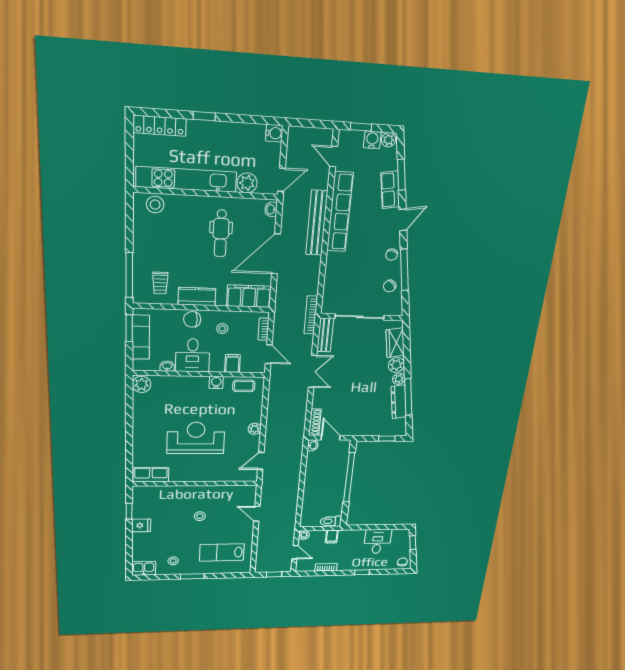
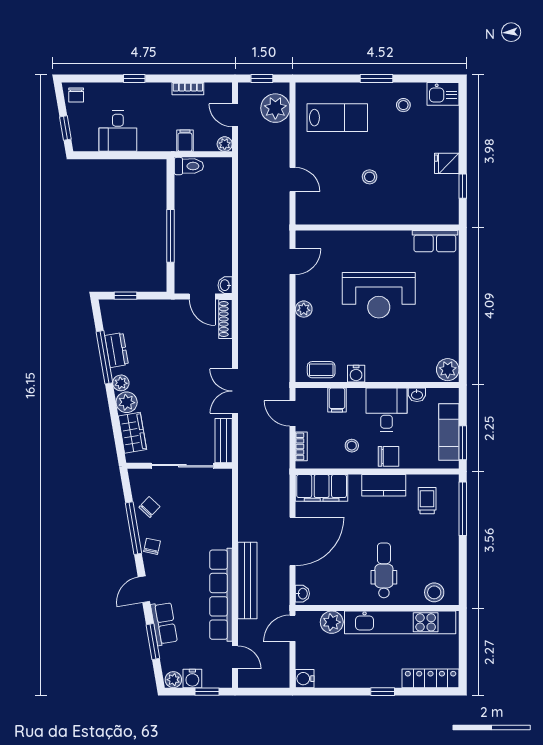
dental chair: (221, 233) -> (384, 570), moved
bookcase: (311, 315) -> (244, 467), removed
dresser: (399, 402) -> (116, 350), width x0.70
window: (349, 477) -> (171, 236), width x0.68
plant: (266, 557) -> (275, 108), added

